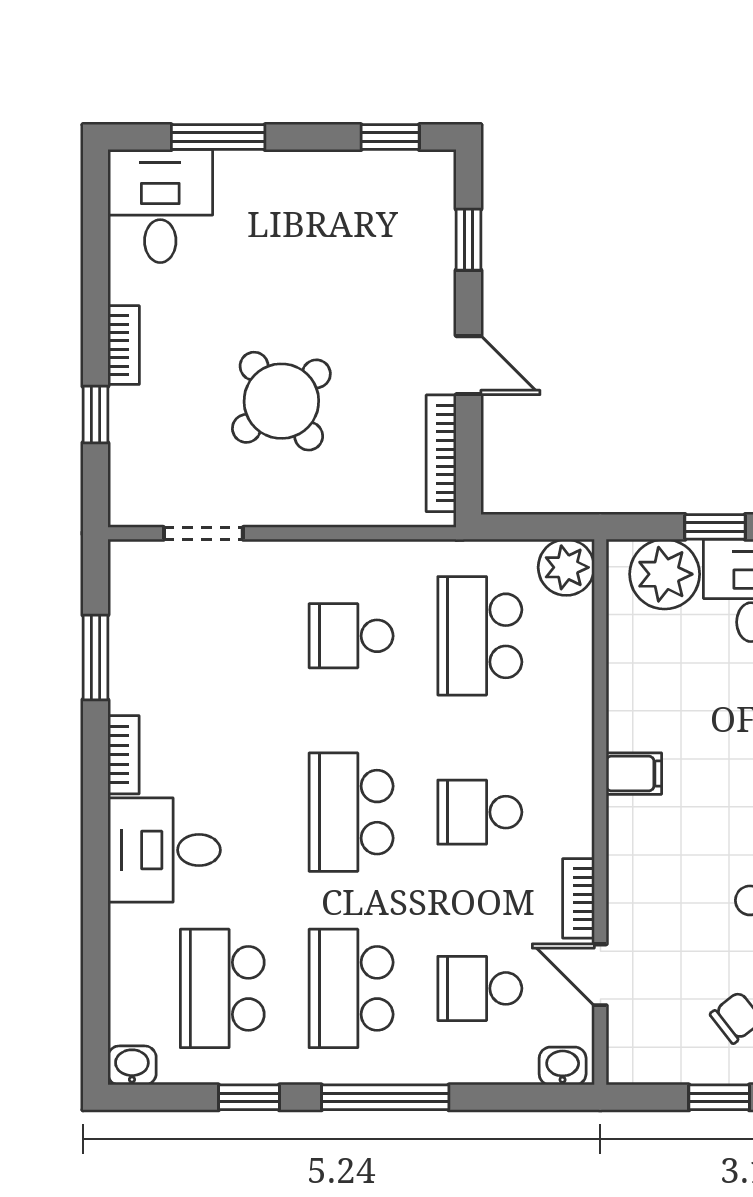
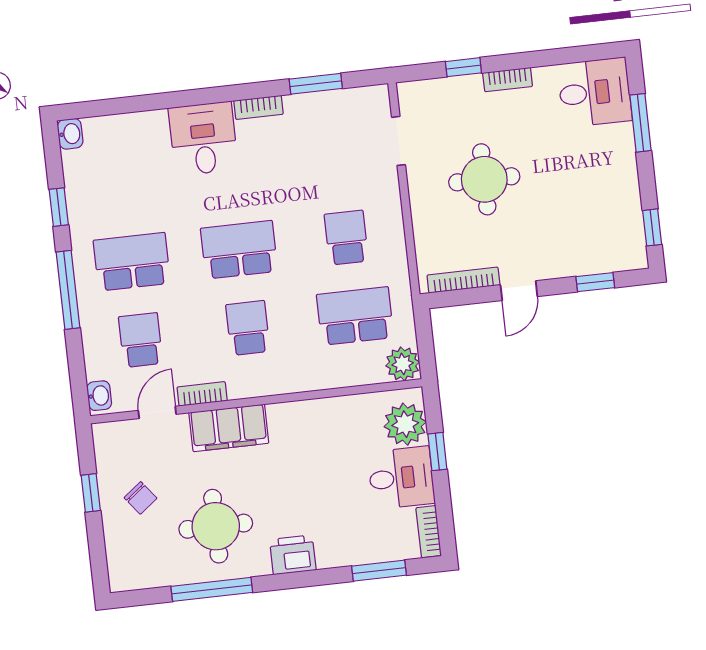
round table: (281, 401) -> (484, 179), turned 38
filing cabinet: (634, 774) -> (229, 428), moved, width x3.00, depth x1.17
school desk: (222, 988) -> (123, 183), removed

